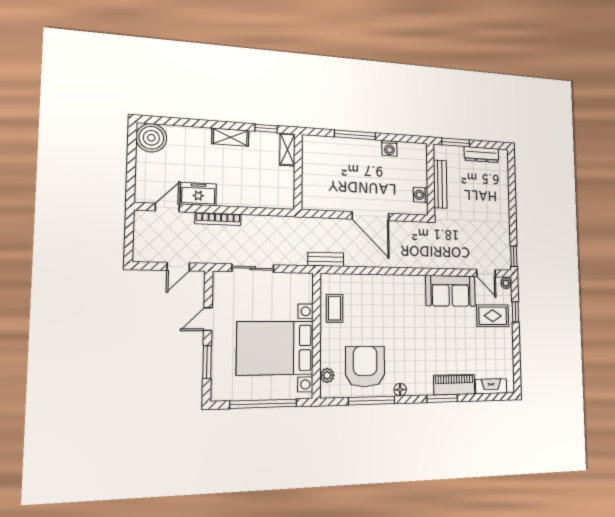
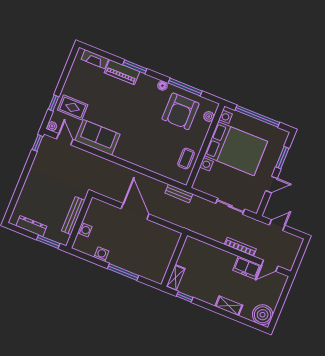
shelving: (230, 137) -> (229, 306), moved
washing machine: (421, 195) -> (85, 230), moved

